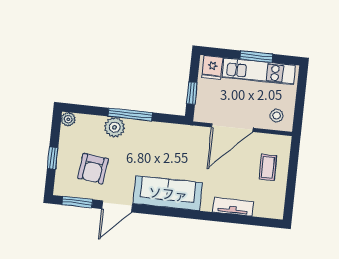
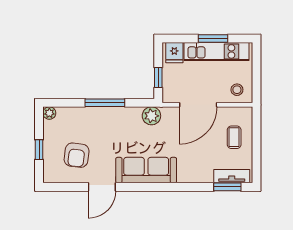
plant: (115, 127) -> (151, 116), moved
window: (77, 202) -> (227, 187), moved
tv unit: (233, 207) -> (232, 176), moved

